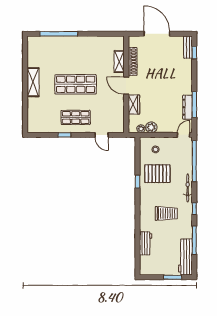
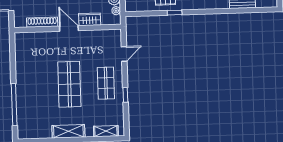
shelving: (119, 62) -> (106, 131), moved
door: (126, 86) -> (69, 28), swing flipped

